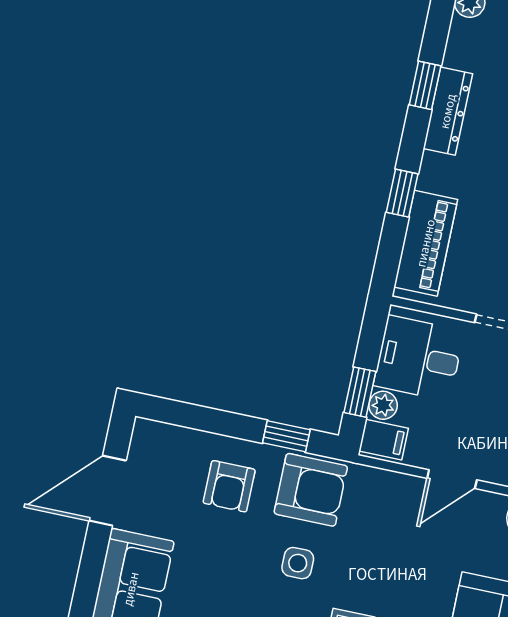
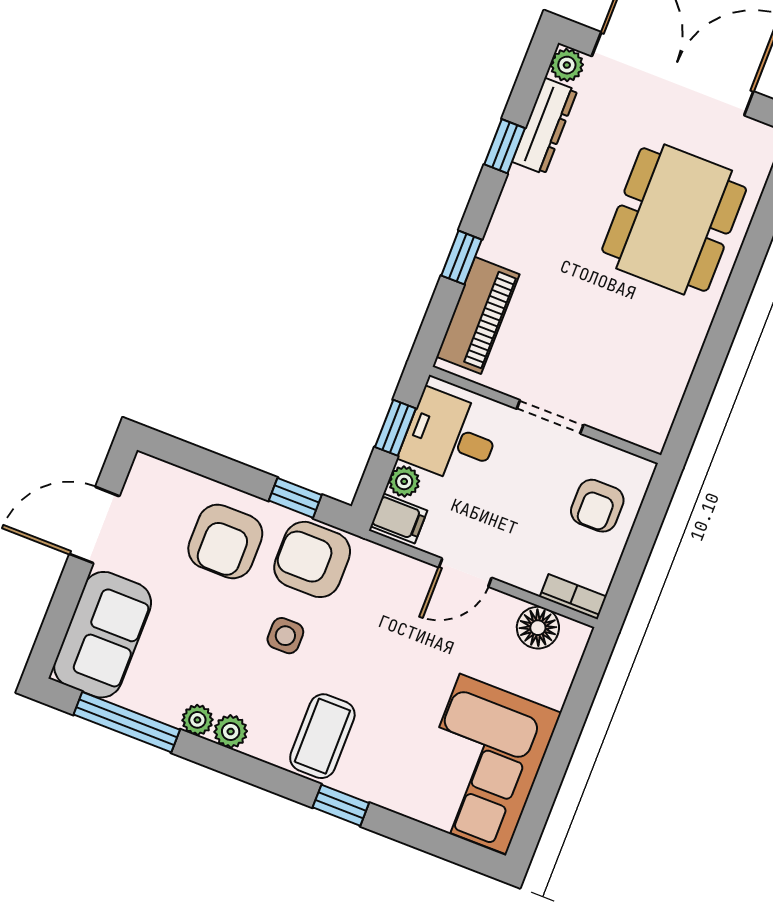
dresser: (448, 111) -> (545, 126), moved
window: (360, 392) -> (395, 428), moved
armchair: (229, 486) -> (225, 541), width x1.38, depth x1.38
armchair: (311, 490) -> (312, 559), turned 180

